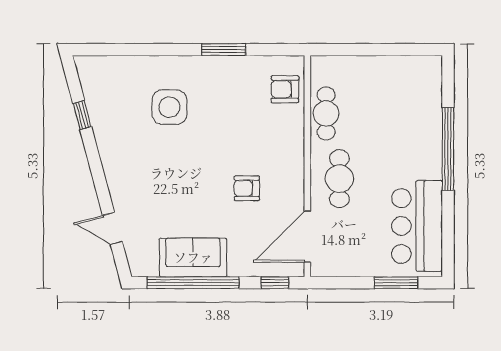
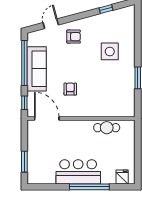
fridge: (428, 82) -> (122, 177), added
armchair: (285, 89) -> (74, 37), moved, turned 90
cafe table: (339, 179) -> (75, 134), removed
bar counter: (417, 226) -> (78, 172), moved
sofa: (193, 257) -> (37, 69), width x1.36

